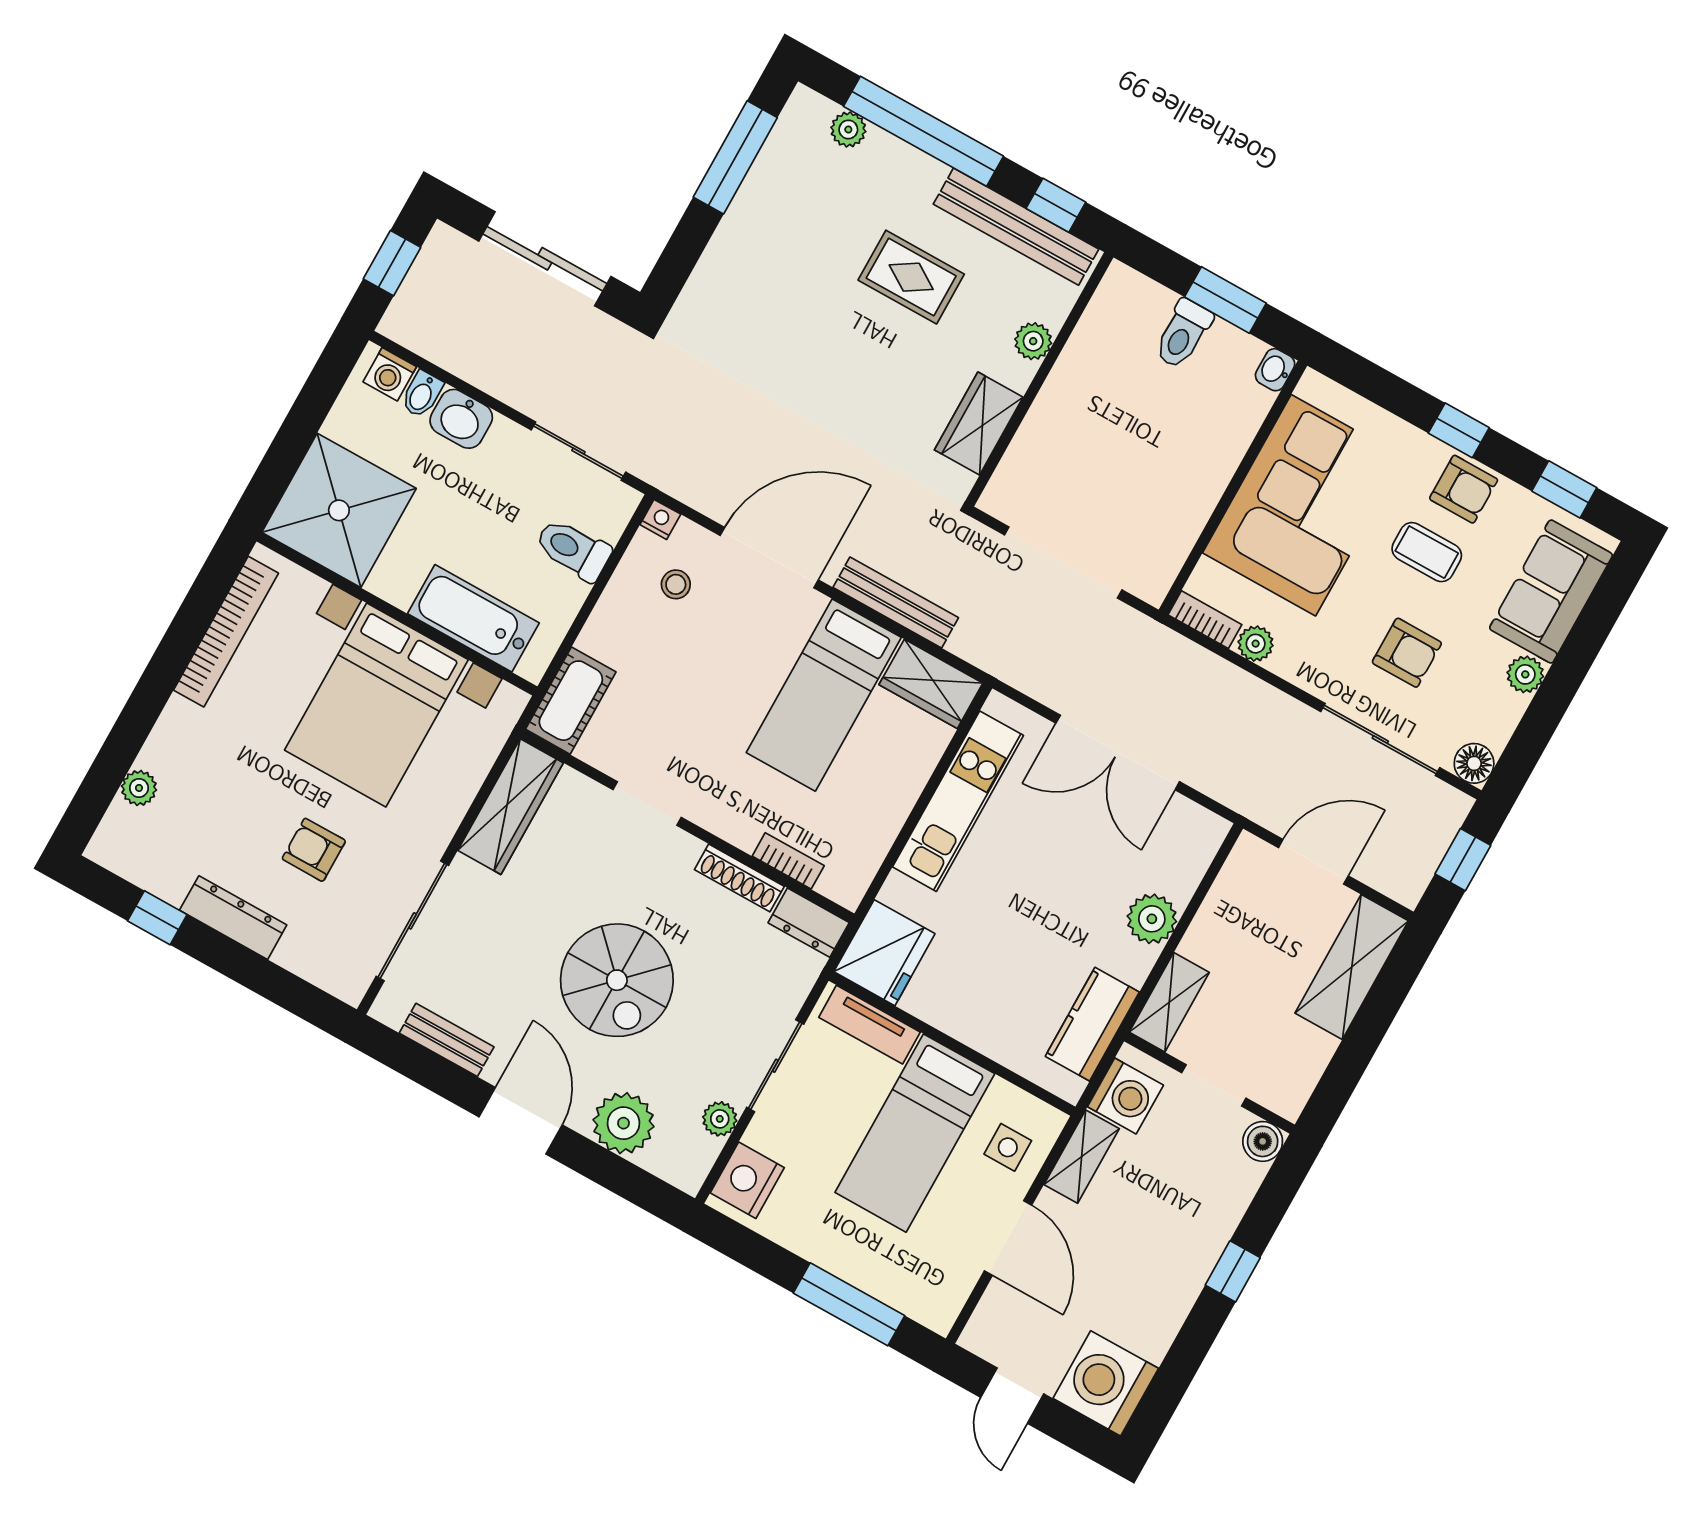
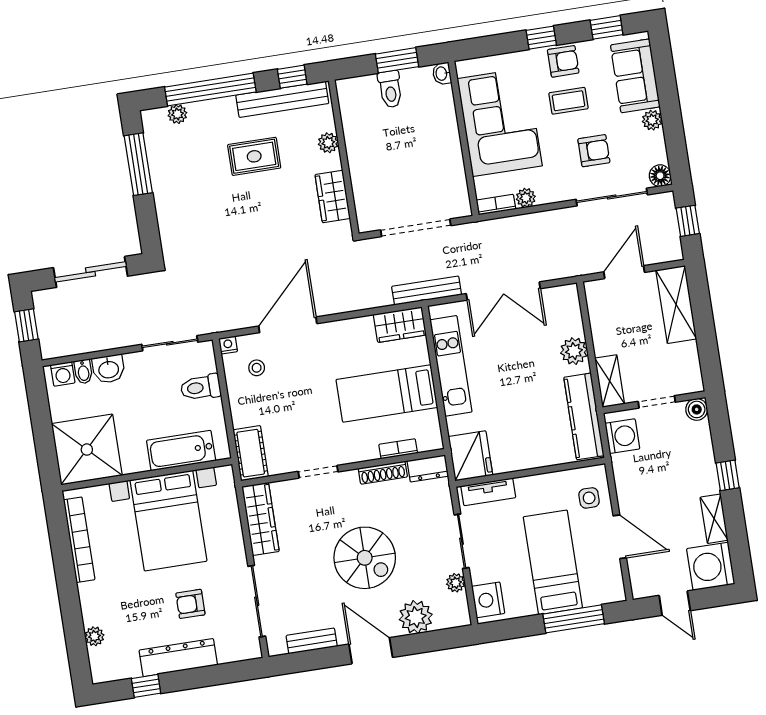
bench: (896, 602) -> (427, 291), moved
bed: (824, 695) -> (387, 393), moved, turned 90
dresser: (233, 918) -> (178, 658), width x1.37, depth x1.24
kitchen counter: (1092, 1024) -> (584, 416), width x1.50
bed: (915, 1133) -> (553, 562), moved, turned 180
shelving: (1082, 1157) -> (714, 519), moved

